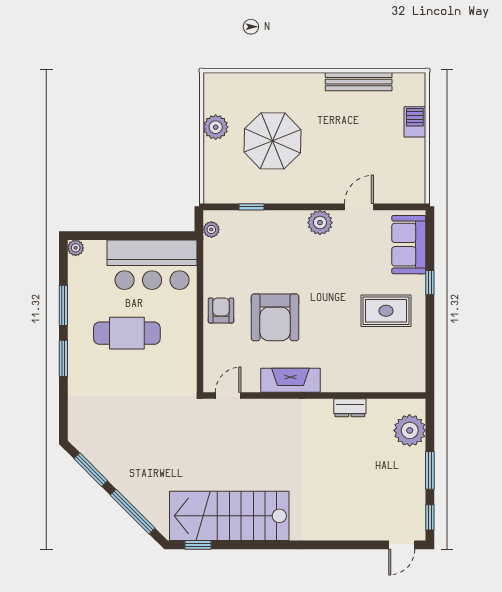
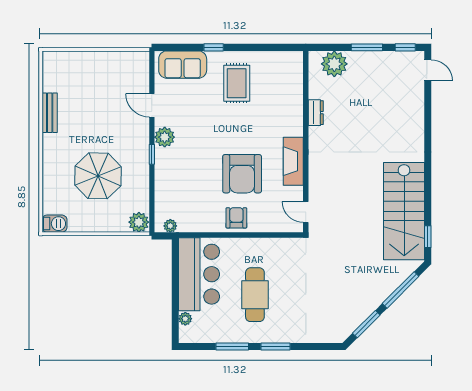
bench: (359, 82) -> (50, 113), width x0.73
barbecue: (415, 122) -> (54, 224), moved, turned 180
plant: (216, 127) -> (139, 222), moved
window: (251, 207) -> (152, 154), moved
plant: (76, 248) -> (185, 319), moved
armchair: (221, 310) -> (236, 218), turned 90
armchair: (275, 317) -> (242, 174), turned 90

